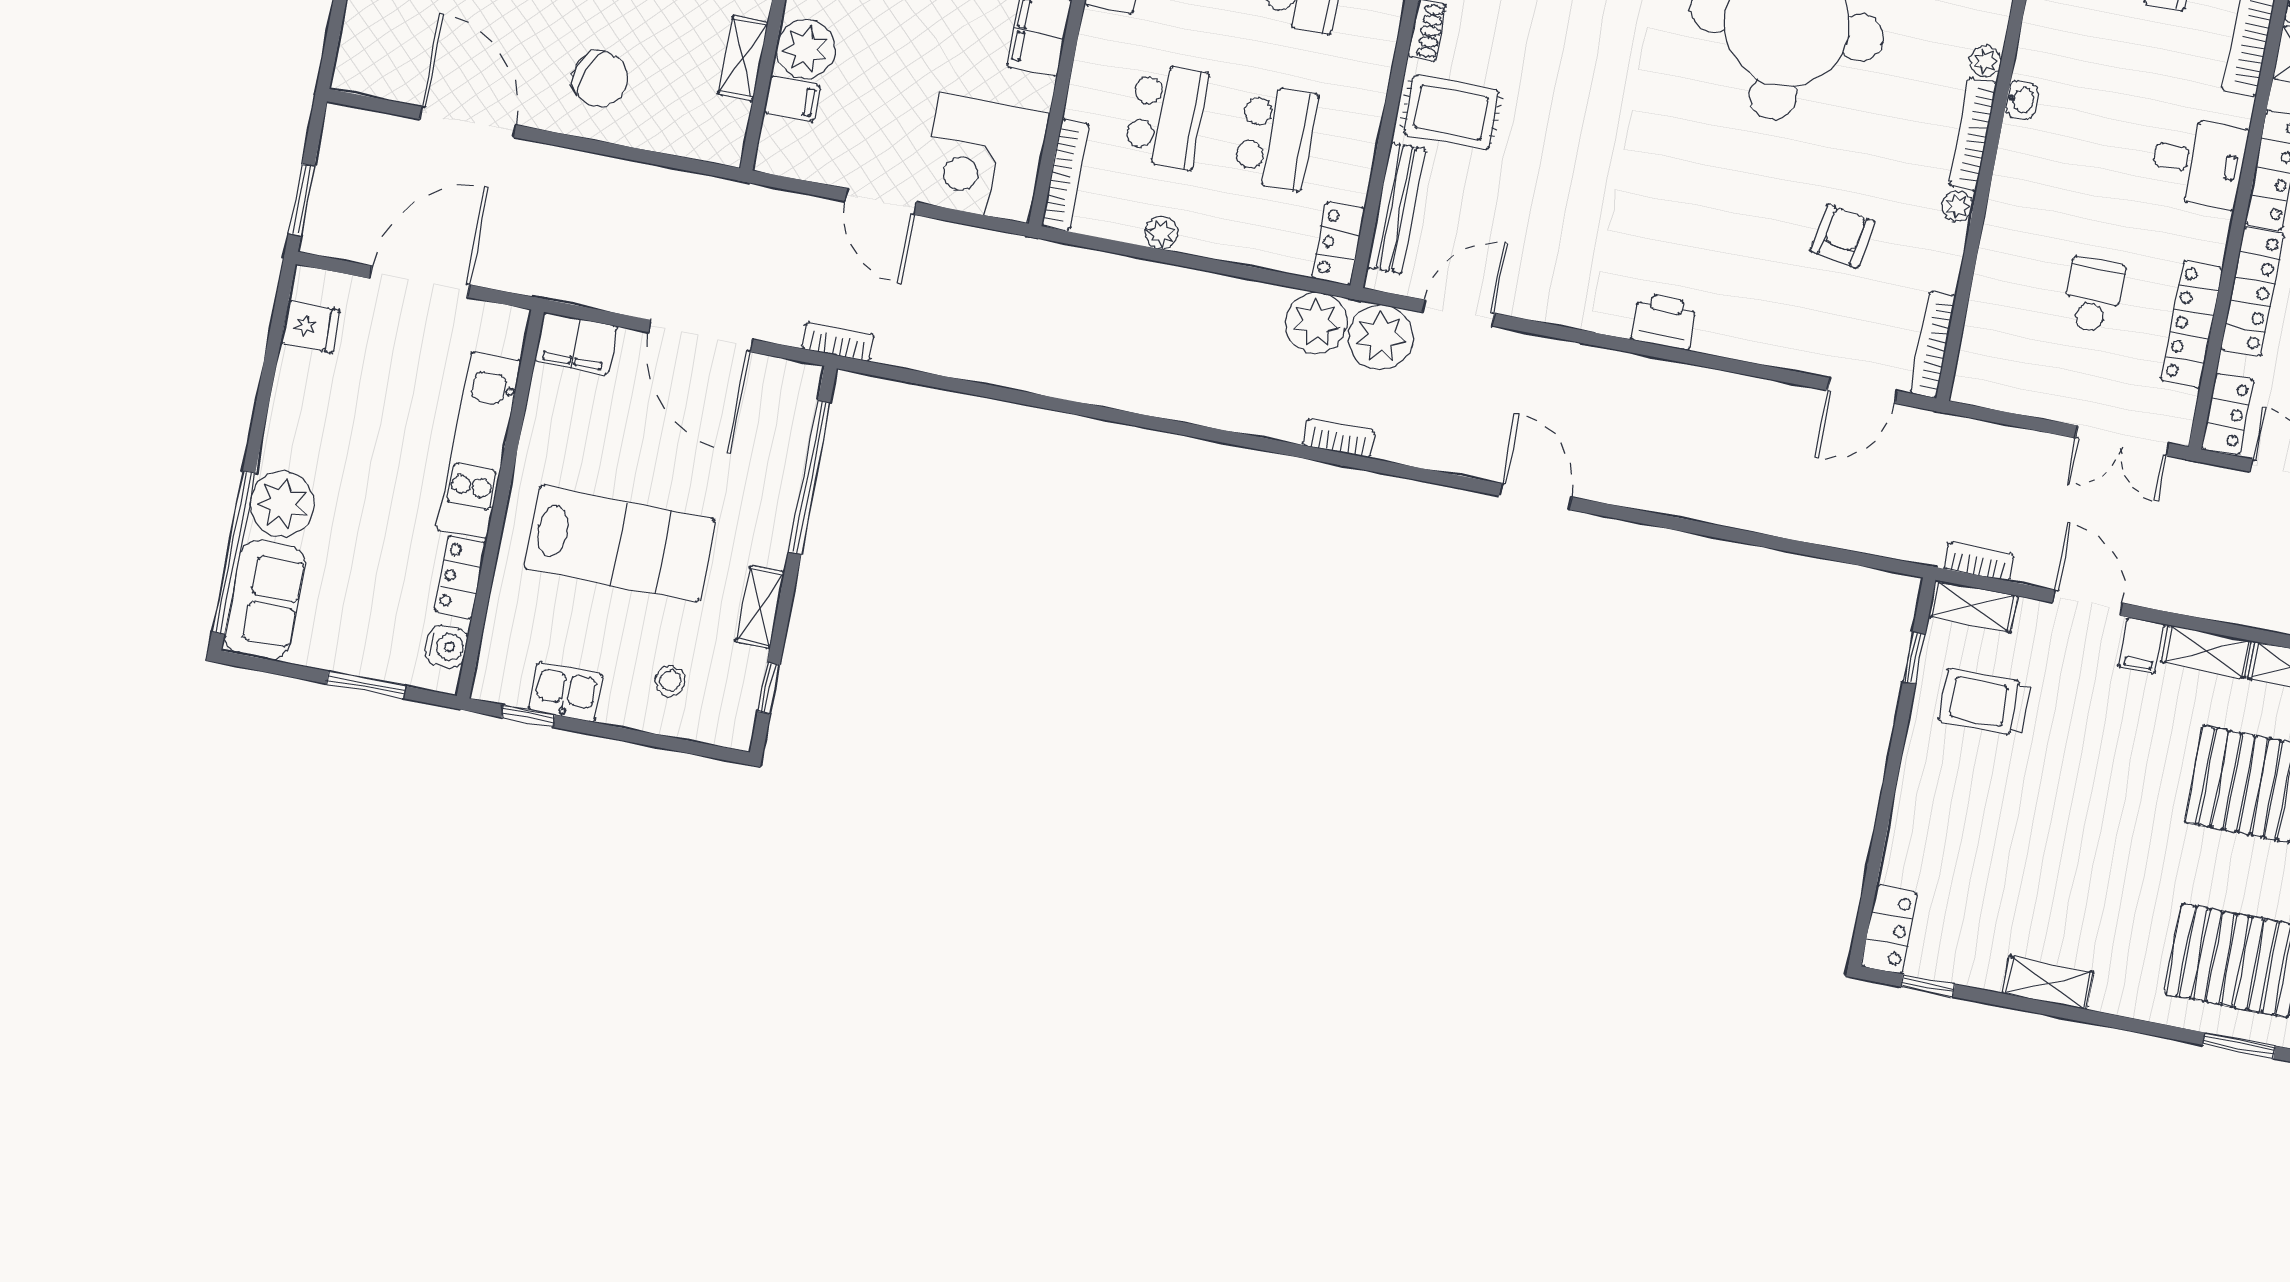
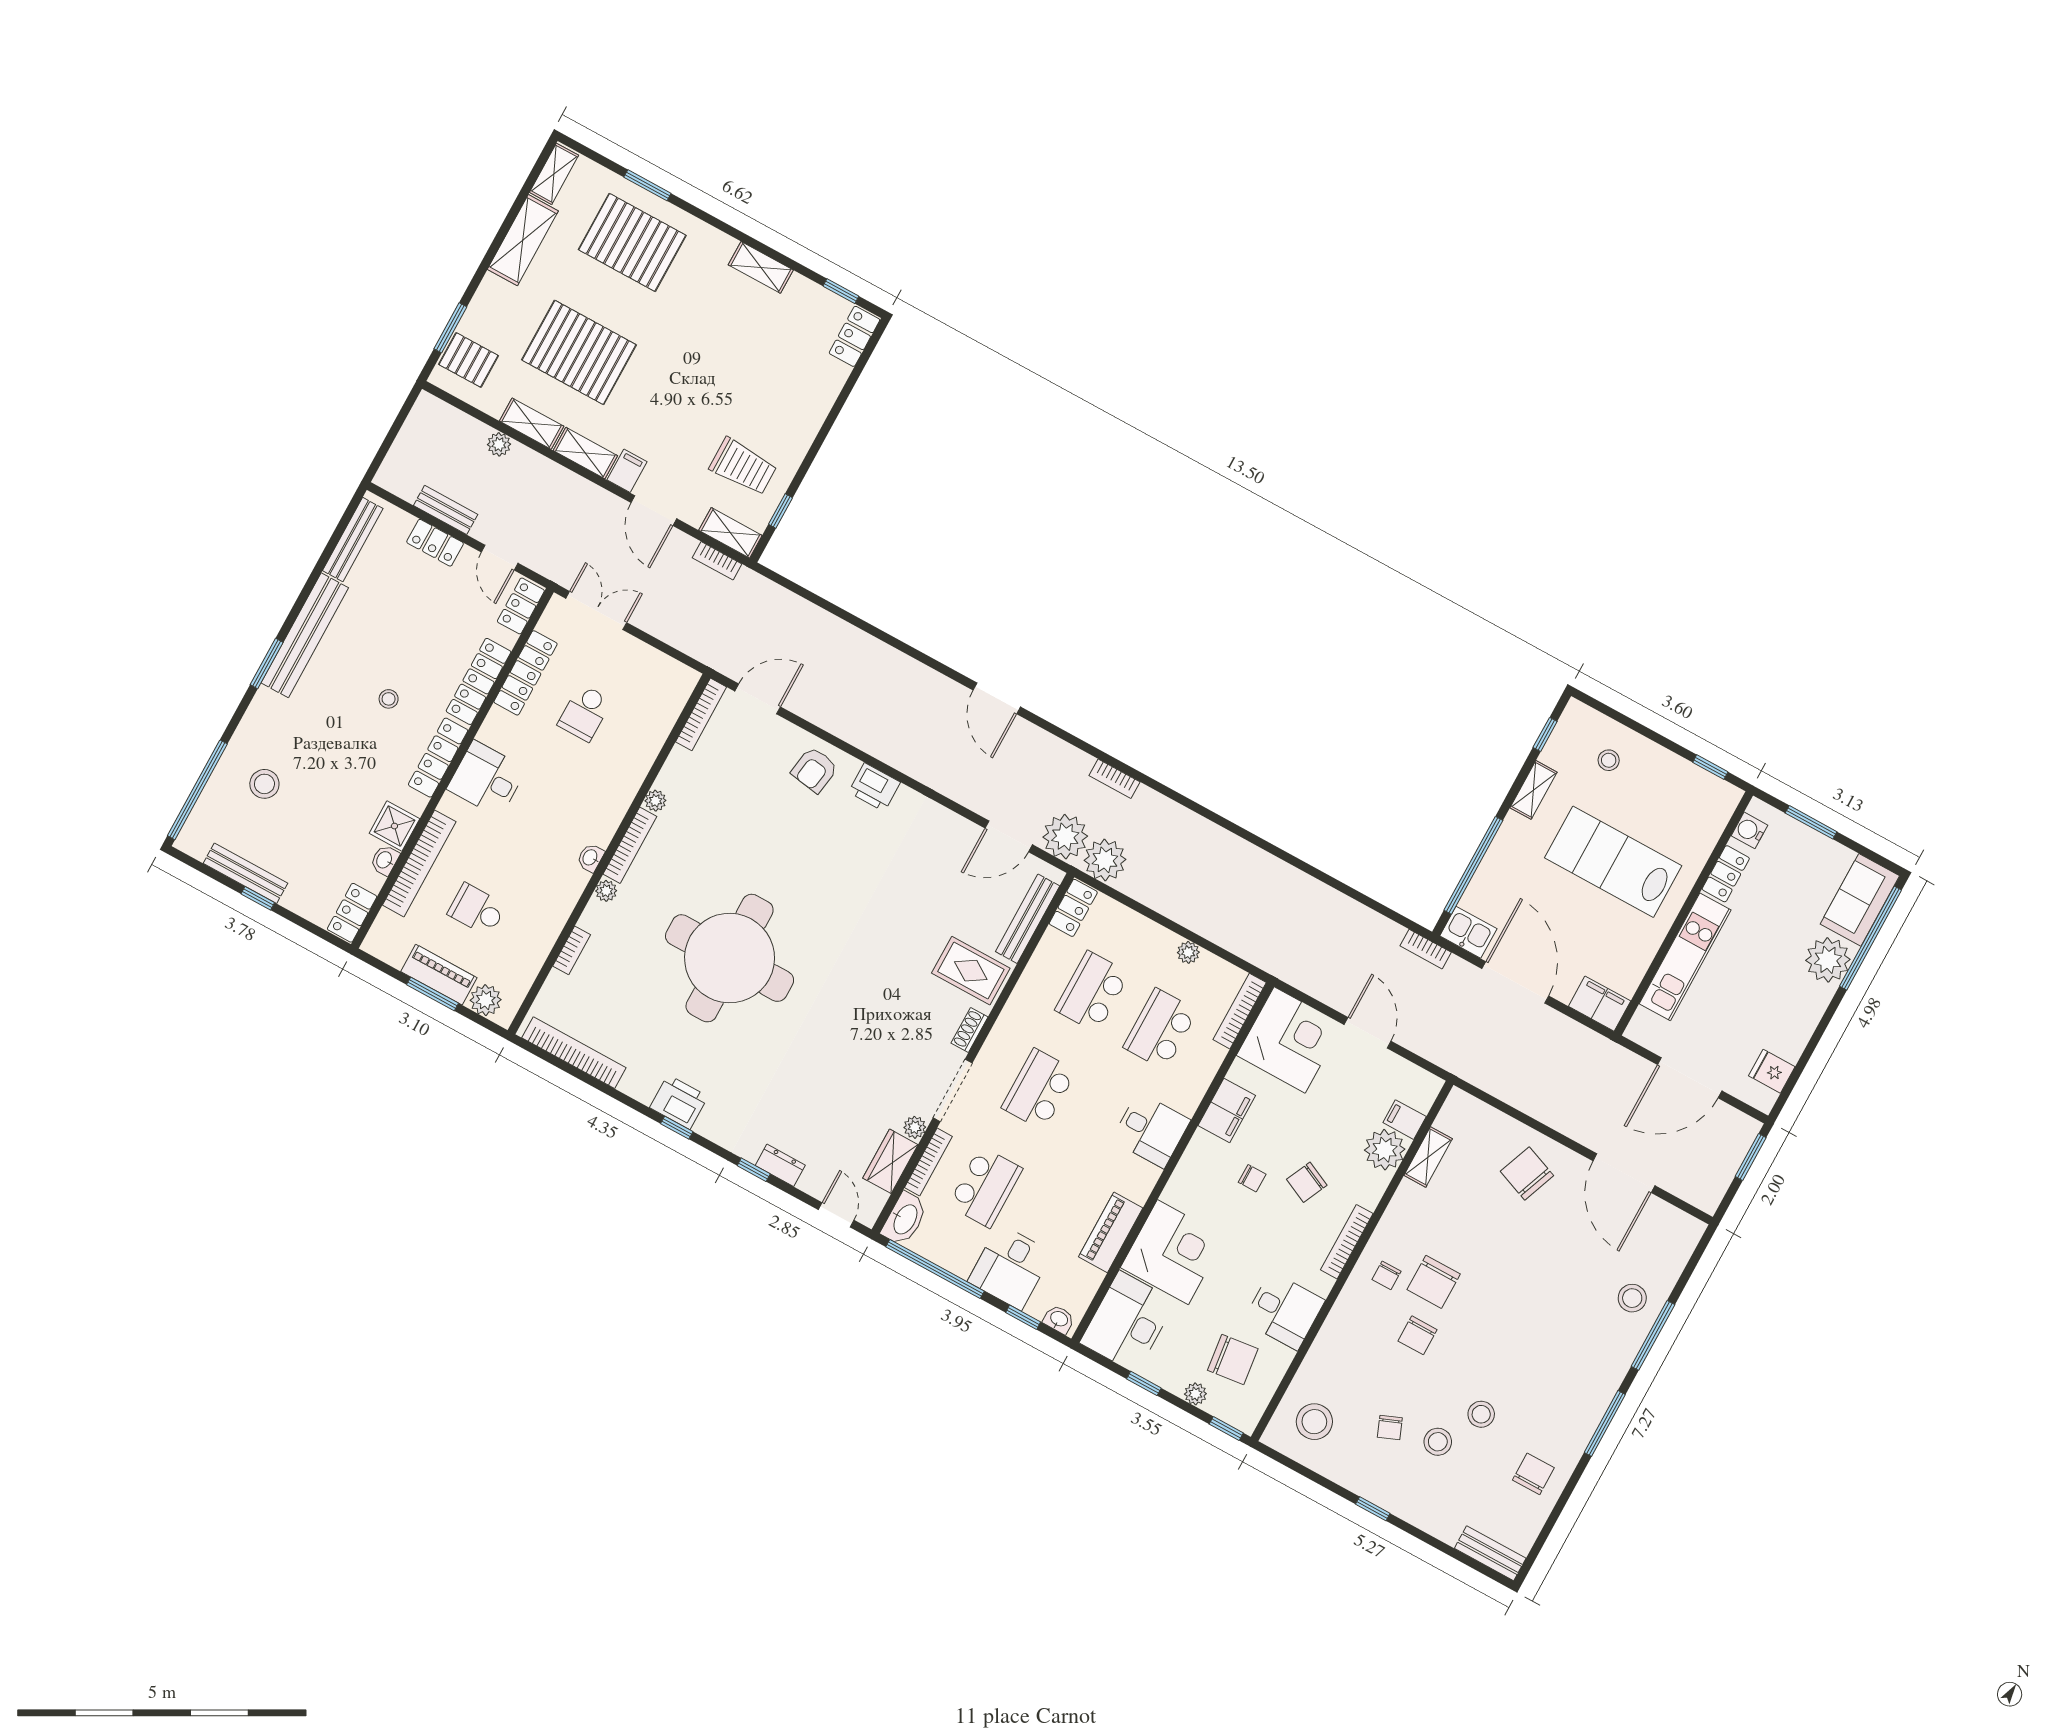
armchair: (1843, 236) -> (814, 770), moved
kitchen sink: (566, 692) -> (1468, 932), moved, turned 180

